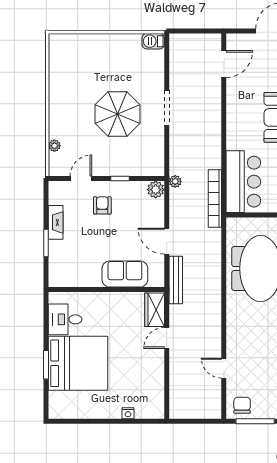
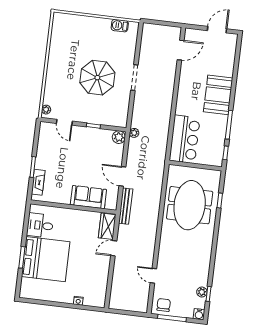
barbecue: (153, 41) -> (120, 26), moved
plant: (54, 146) -> (46, 110), moved
door: (81, 179) -> (64, 122), swing flipped
bookcase: (215, 198) -> (162, 149), removed
armchair: (102, 205) -> (78, 144), removed
fireplace: (56, 222) -> (38, 182), moved

